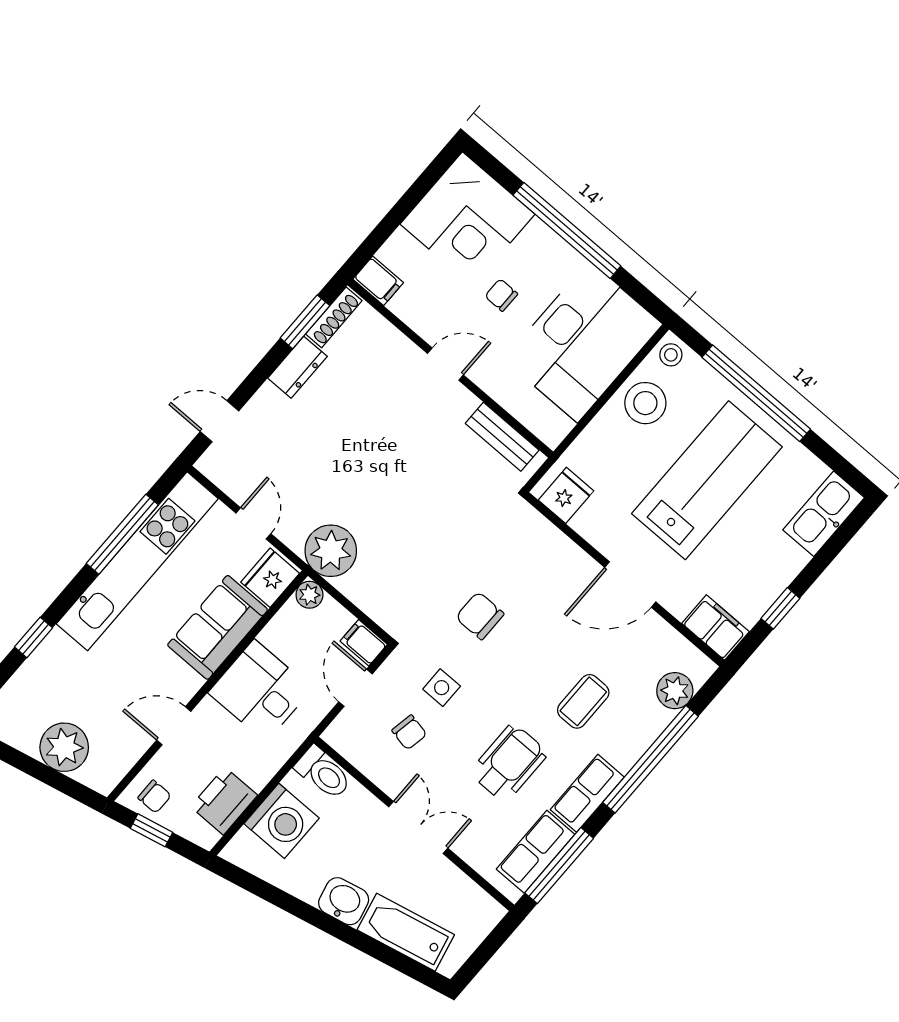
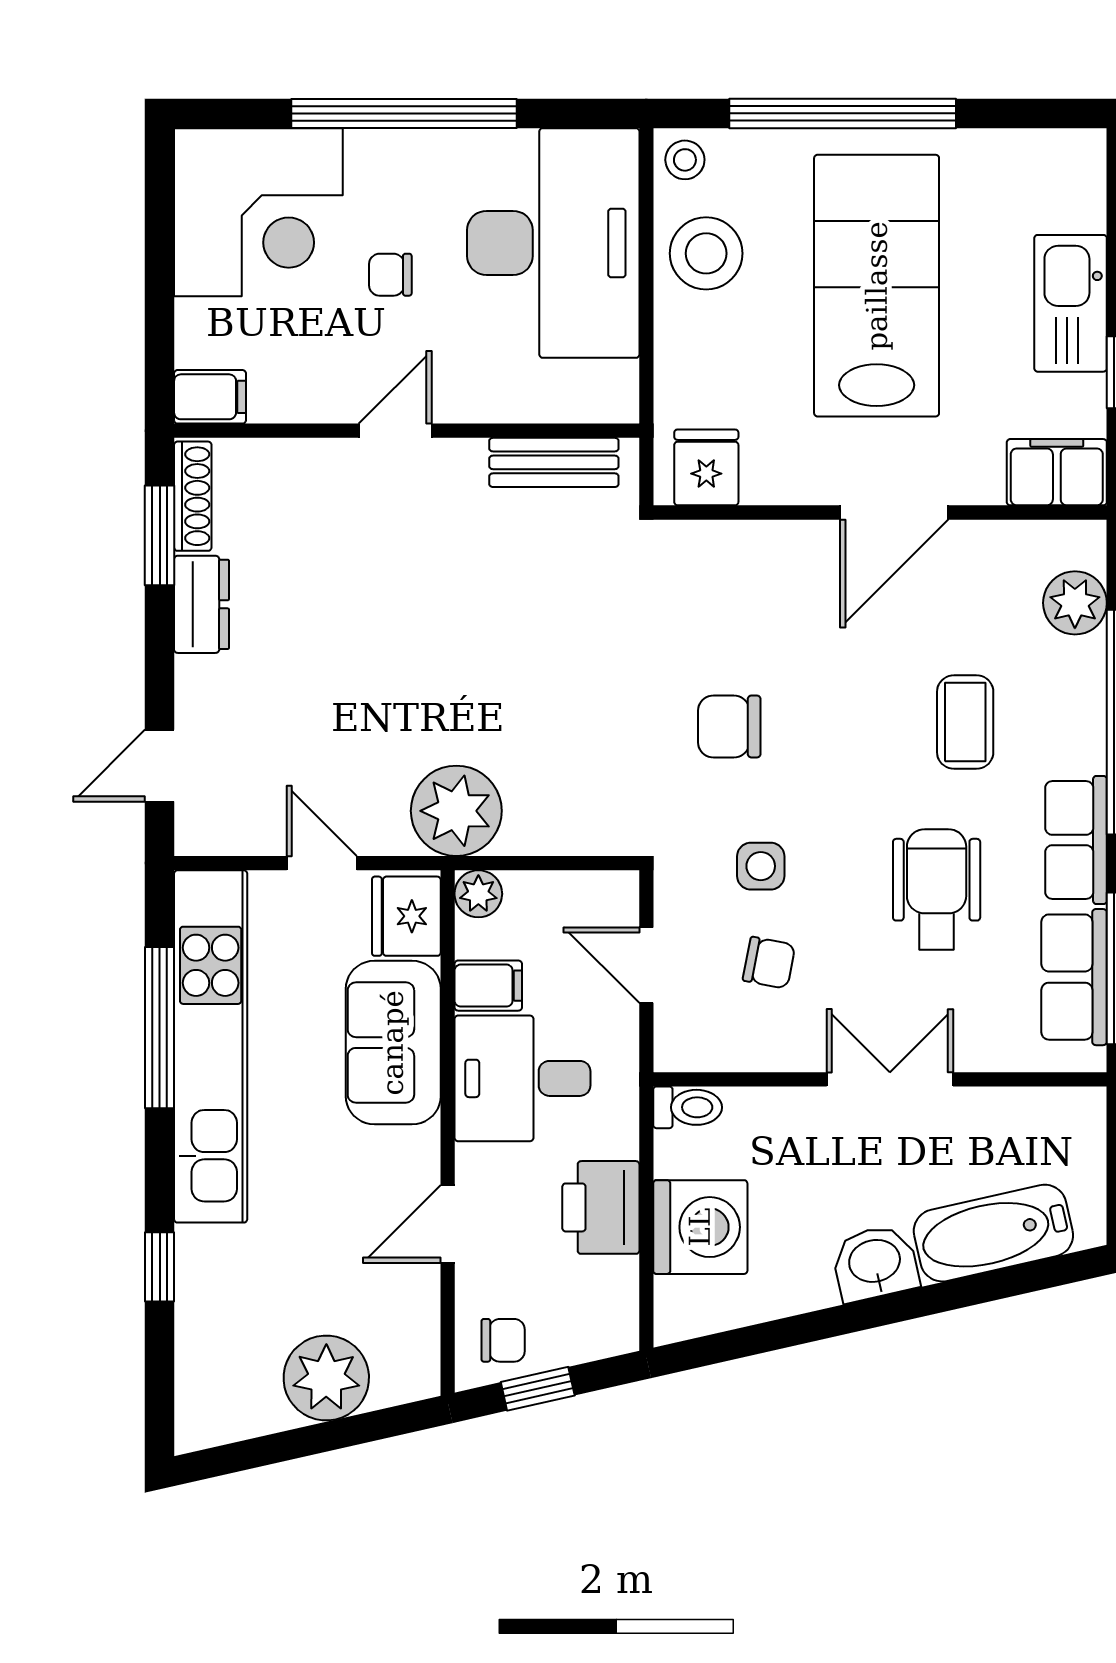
kitchen sink: (824, 514) -> (1071, 303), moved
filing cabinet: (364, 643) -> (488, 986), moved, turned 180
toilet: (323, 773) -> (688, 1107), width x0.73, depth x0.72
printer: (224, 801) -> (601, 1207), moved

